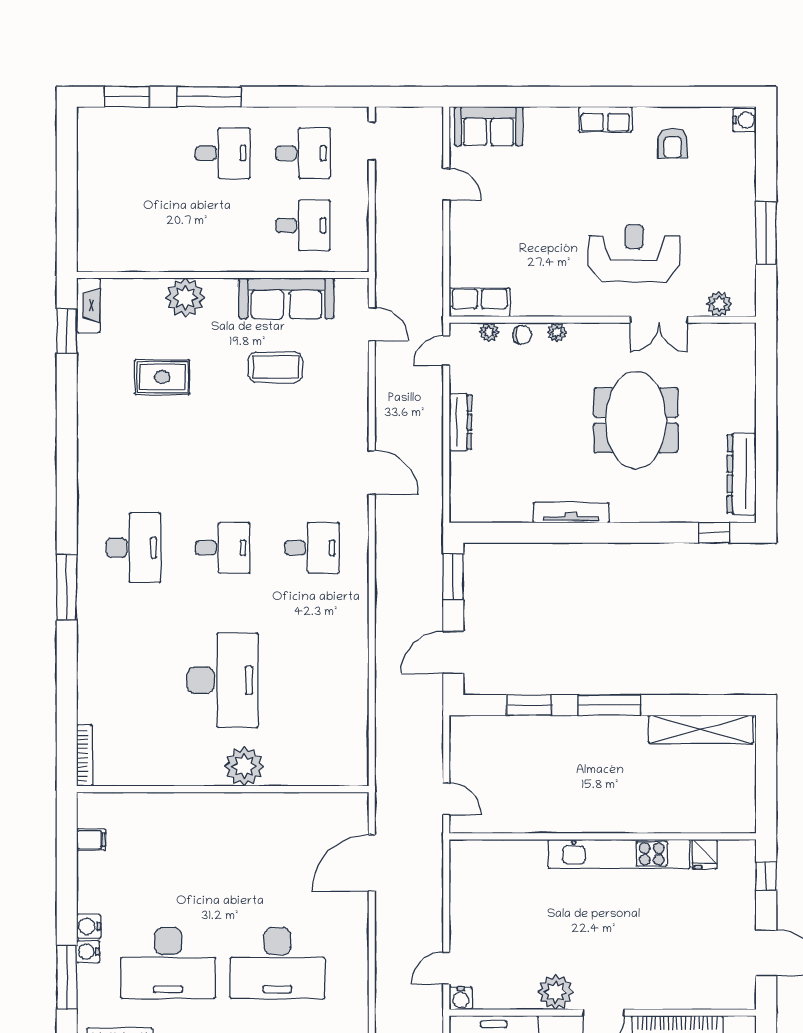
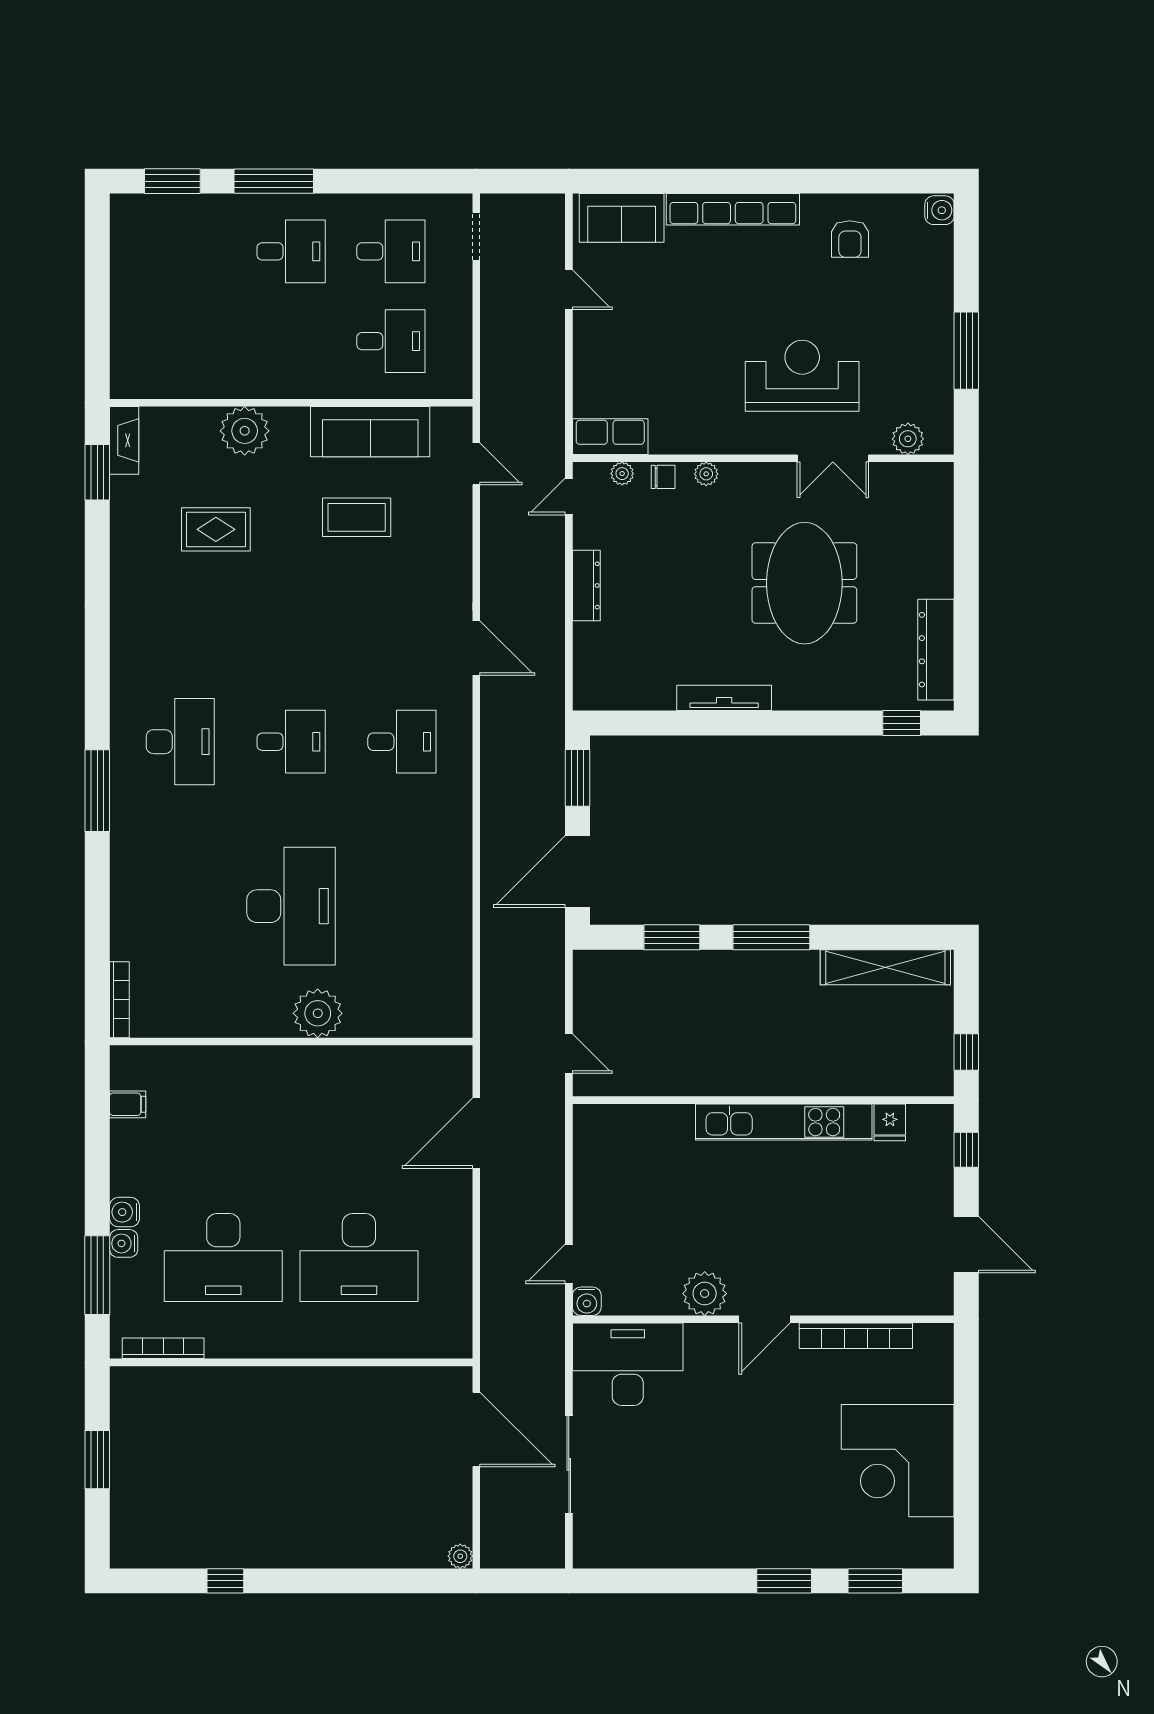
row of seats: (605, 119) -> (733, 209), width x2.02
door: (453, 652) -> (577, 872), width x1.36
window: (766, 797) -> (966, 1052), added

